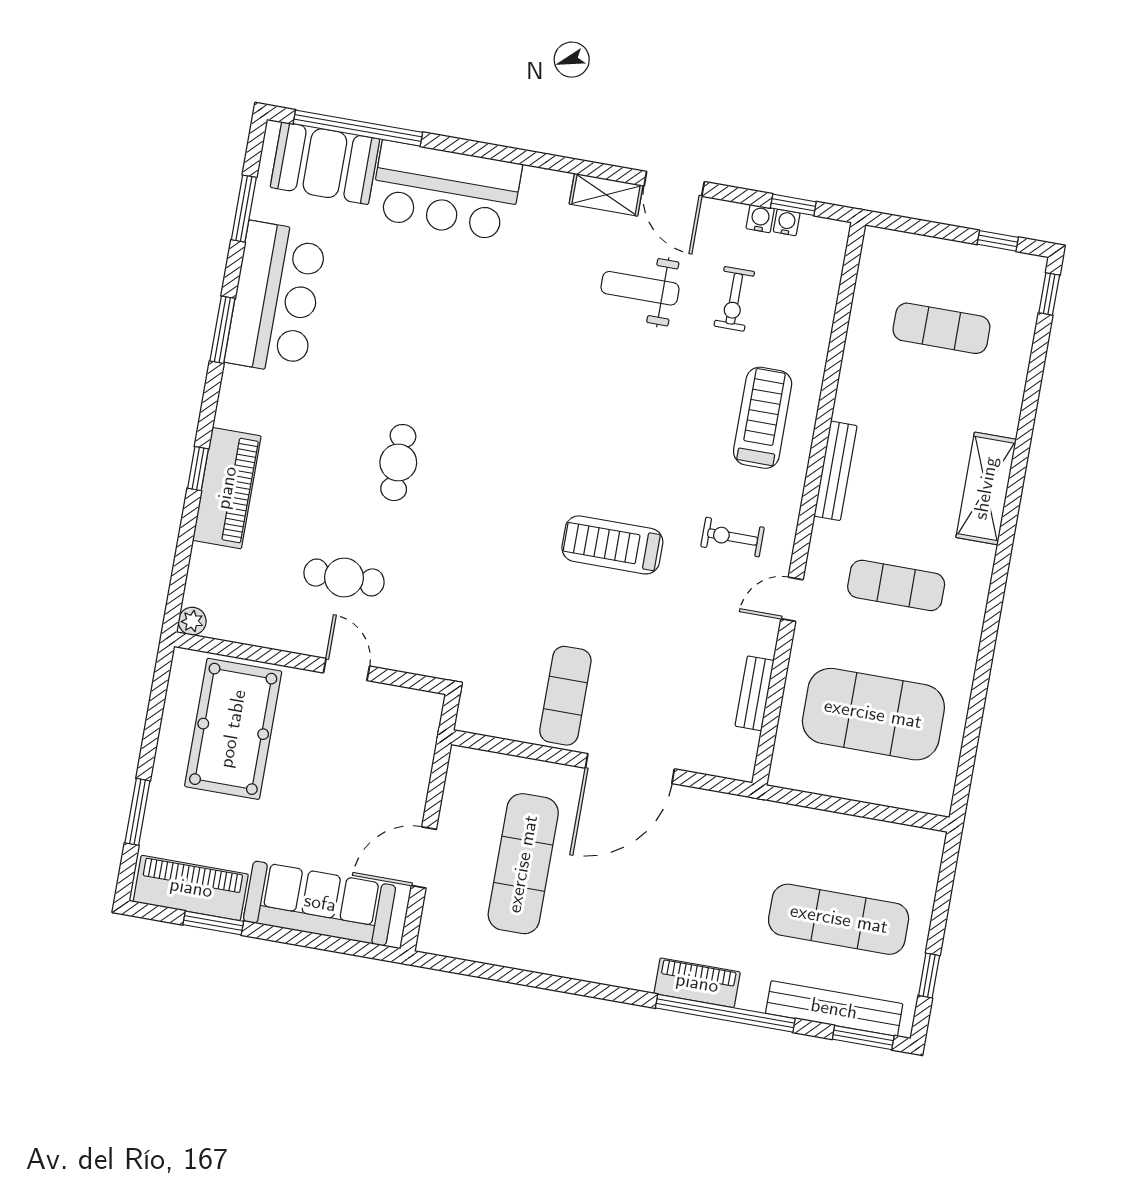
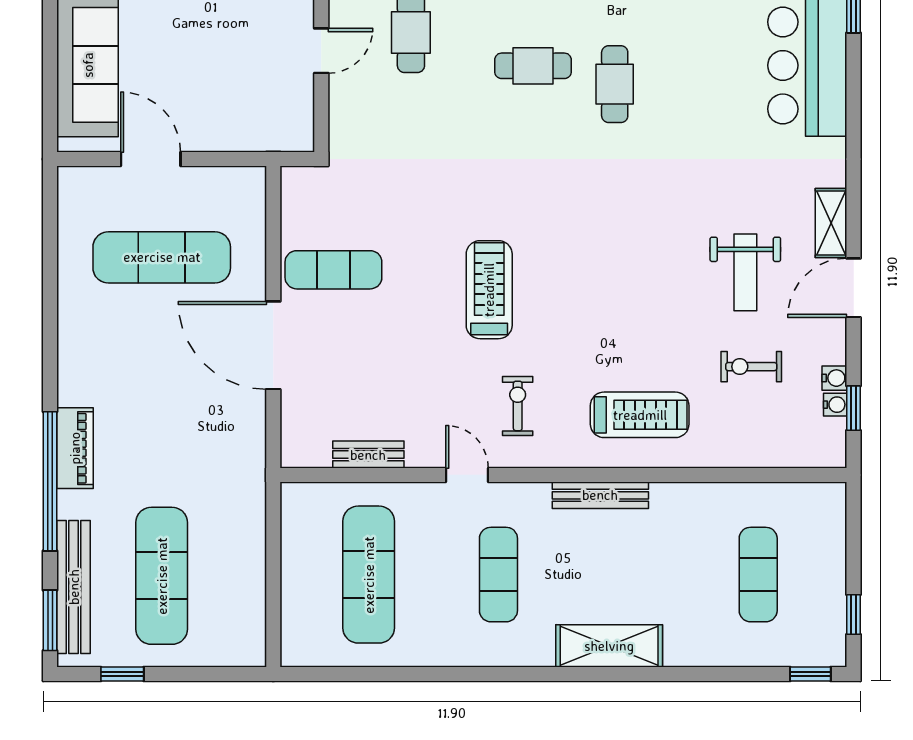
weight bench: (640, 288) -> (745, 272), turned 180
cafe table: (431, 385) -> (615, 84), added
exercise mat: (873, 714) -> (369, 575), width x0.68

